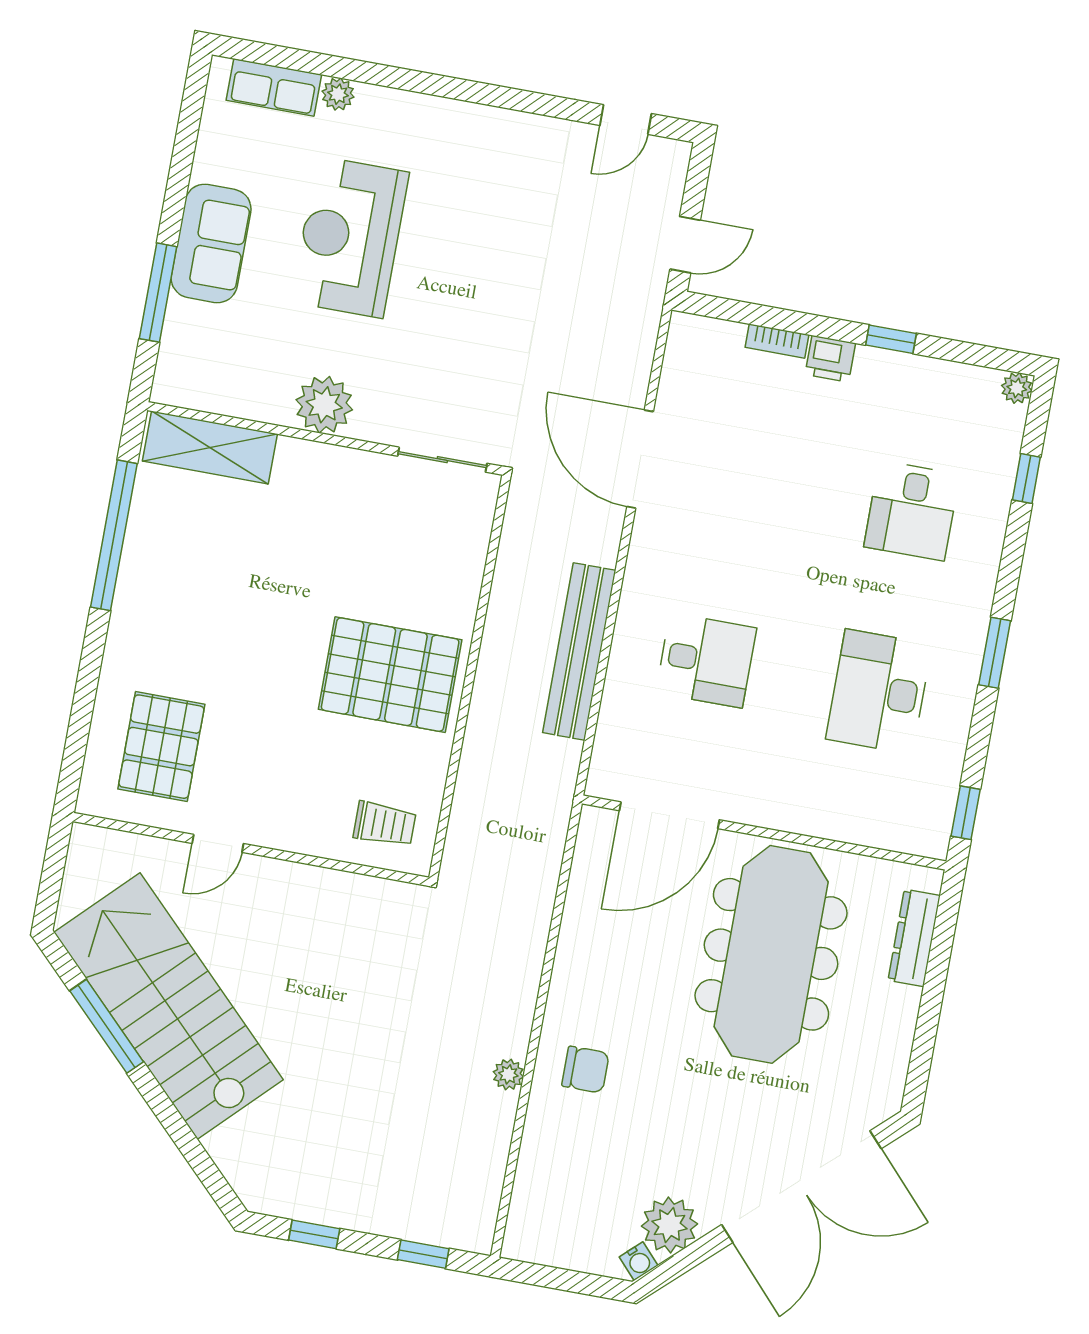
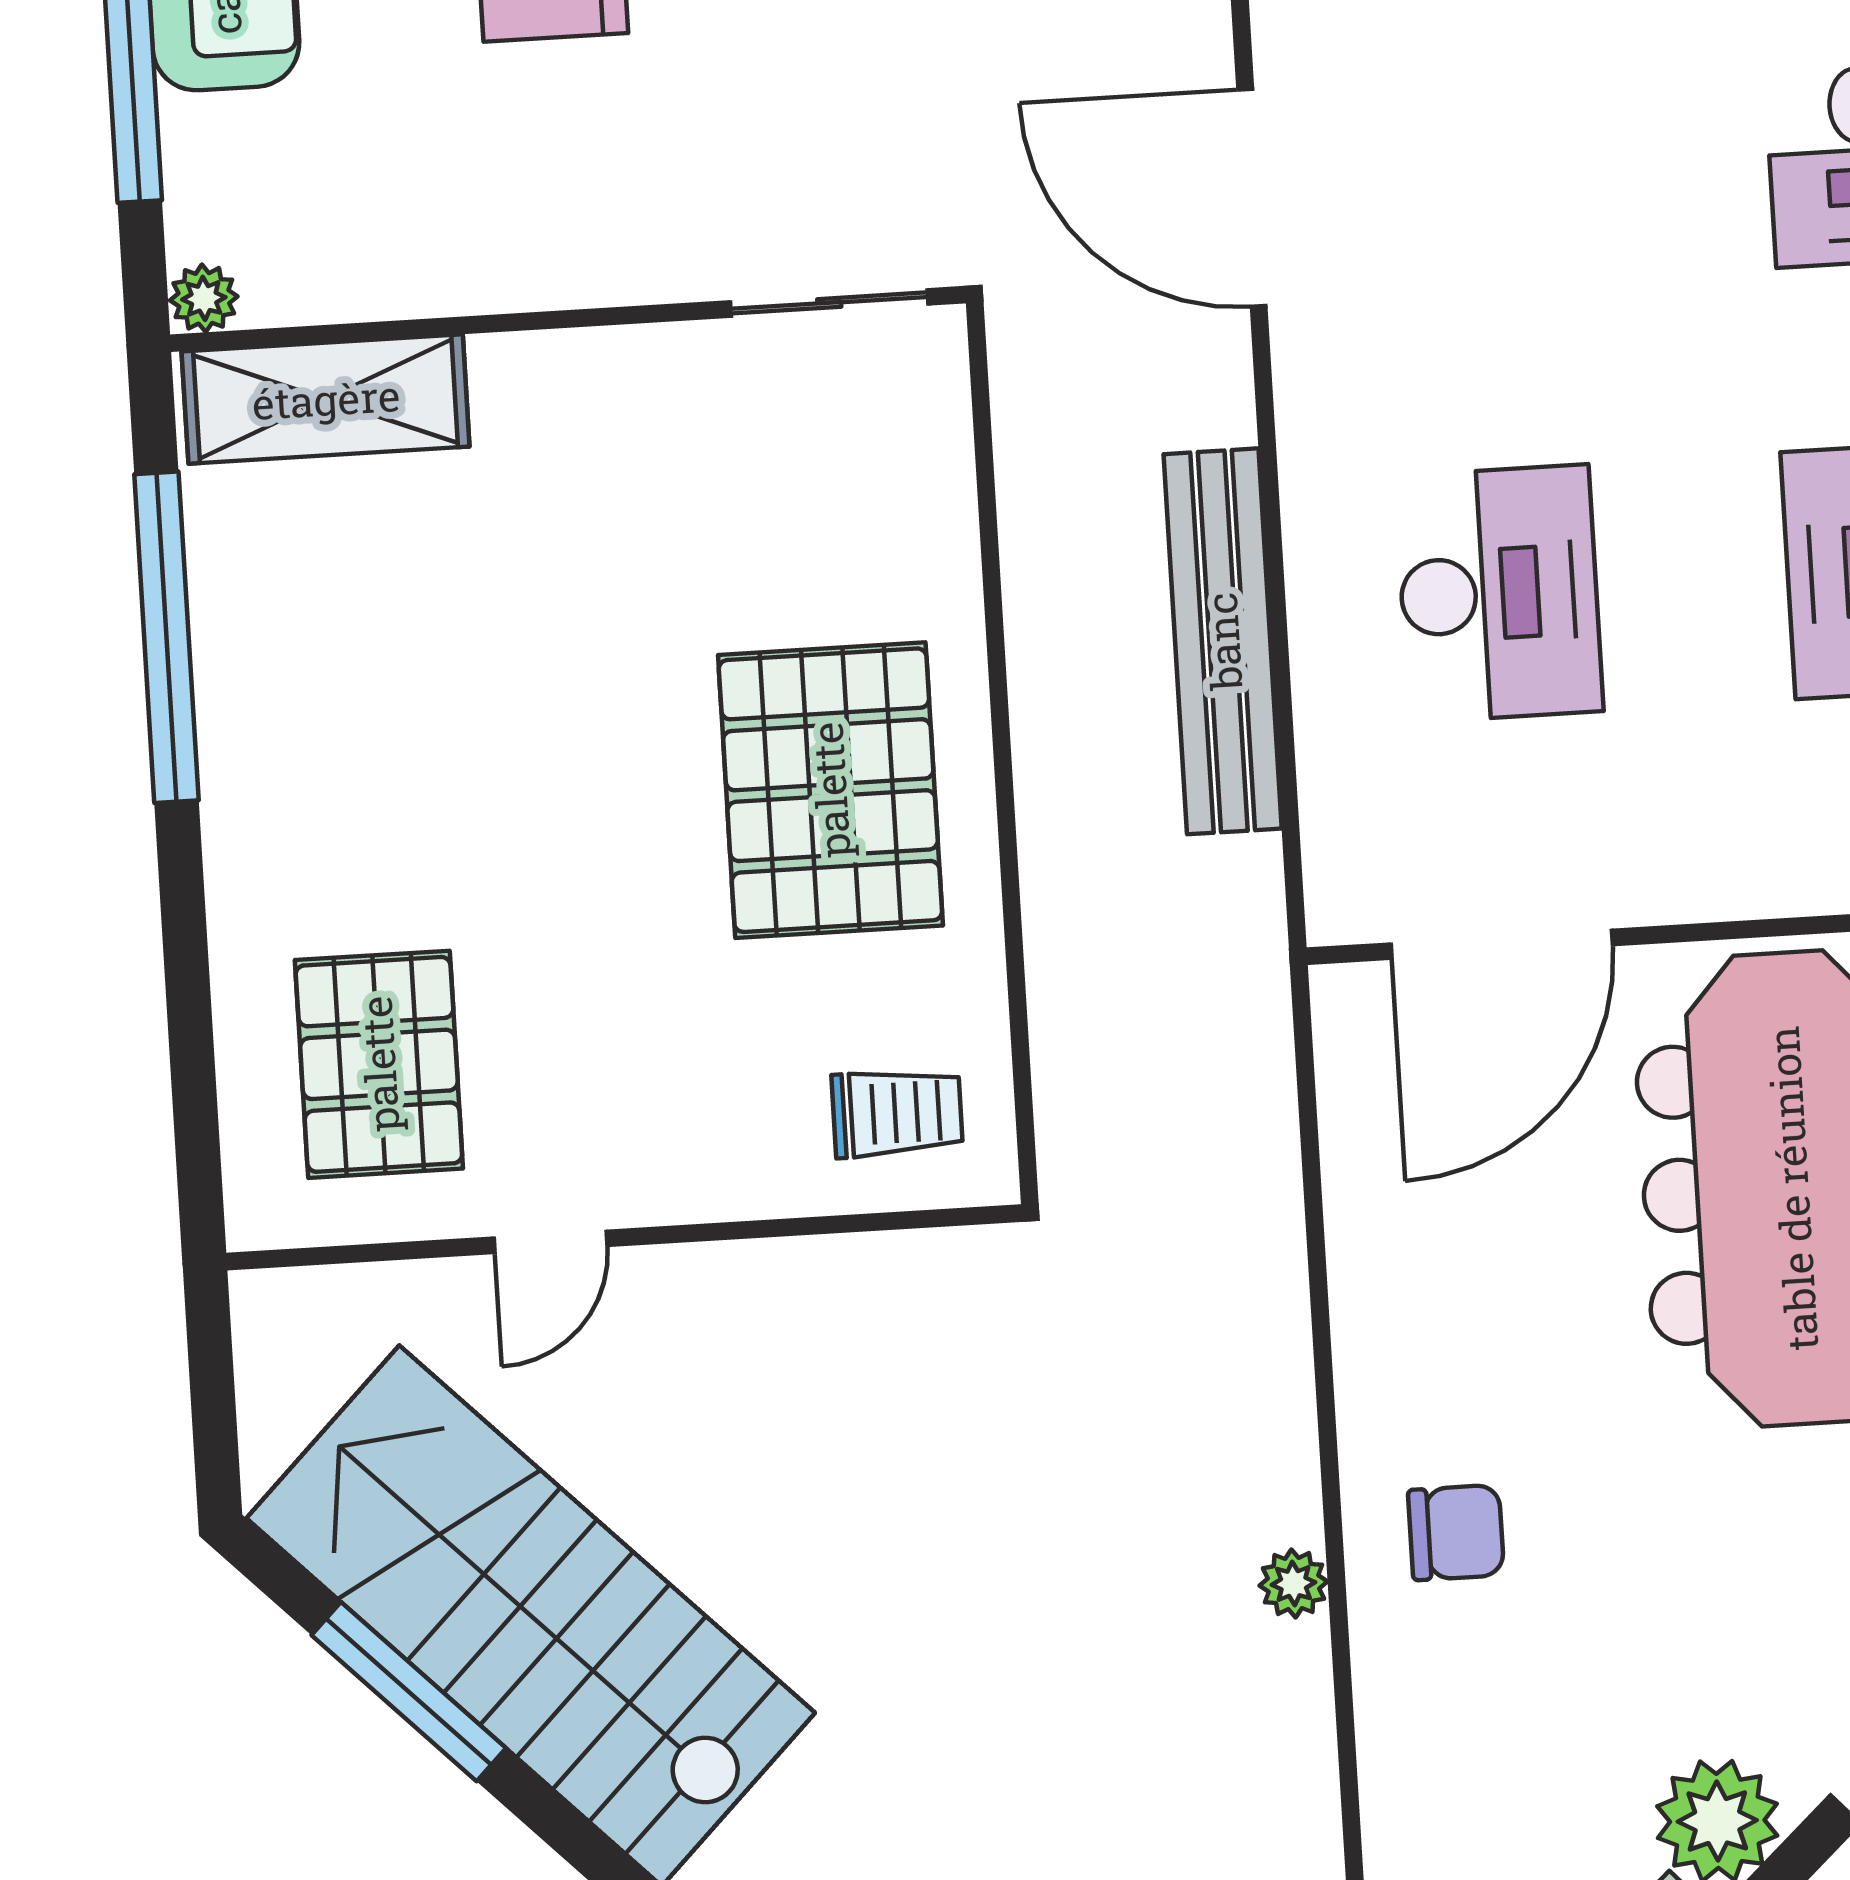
plant: (324, 405) -> (204, 298), moved, width x0.53, depth x0.53
desk: (706, 660) -> (1499, 594), width x1.37
pallet: (390, 675) -> (830, 790), turned 90

